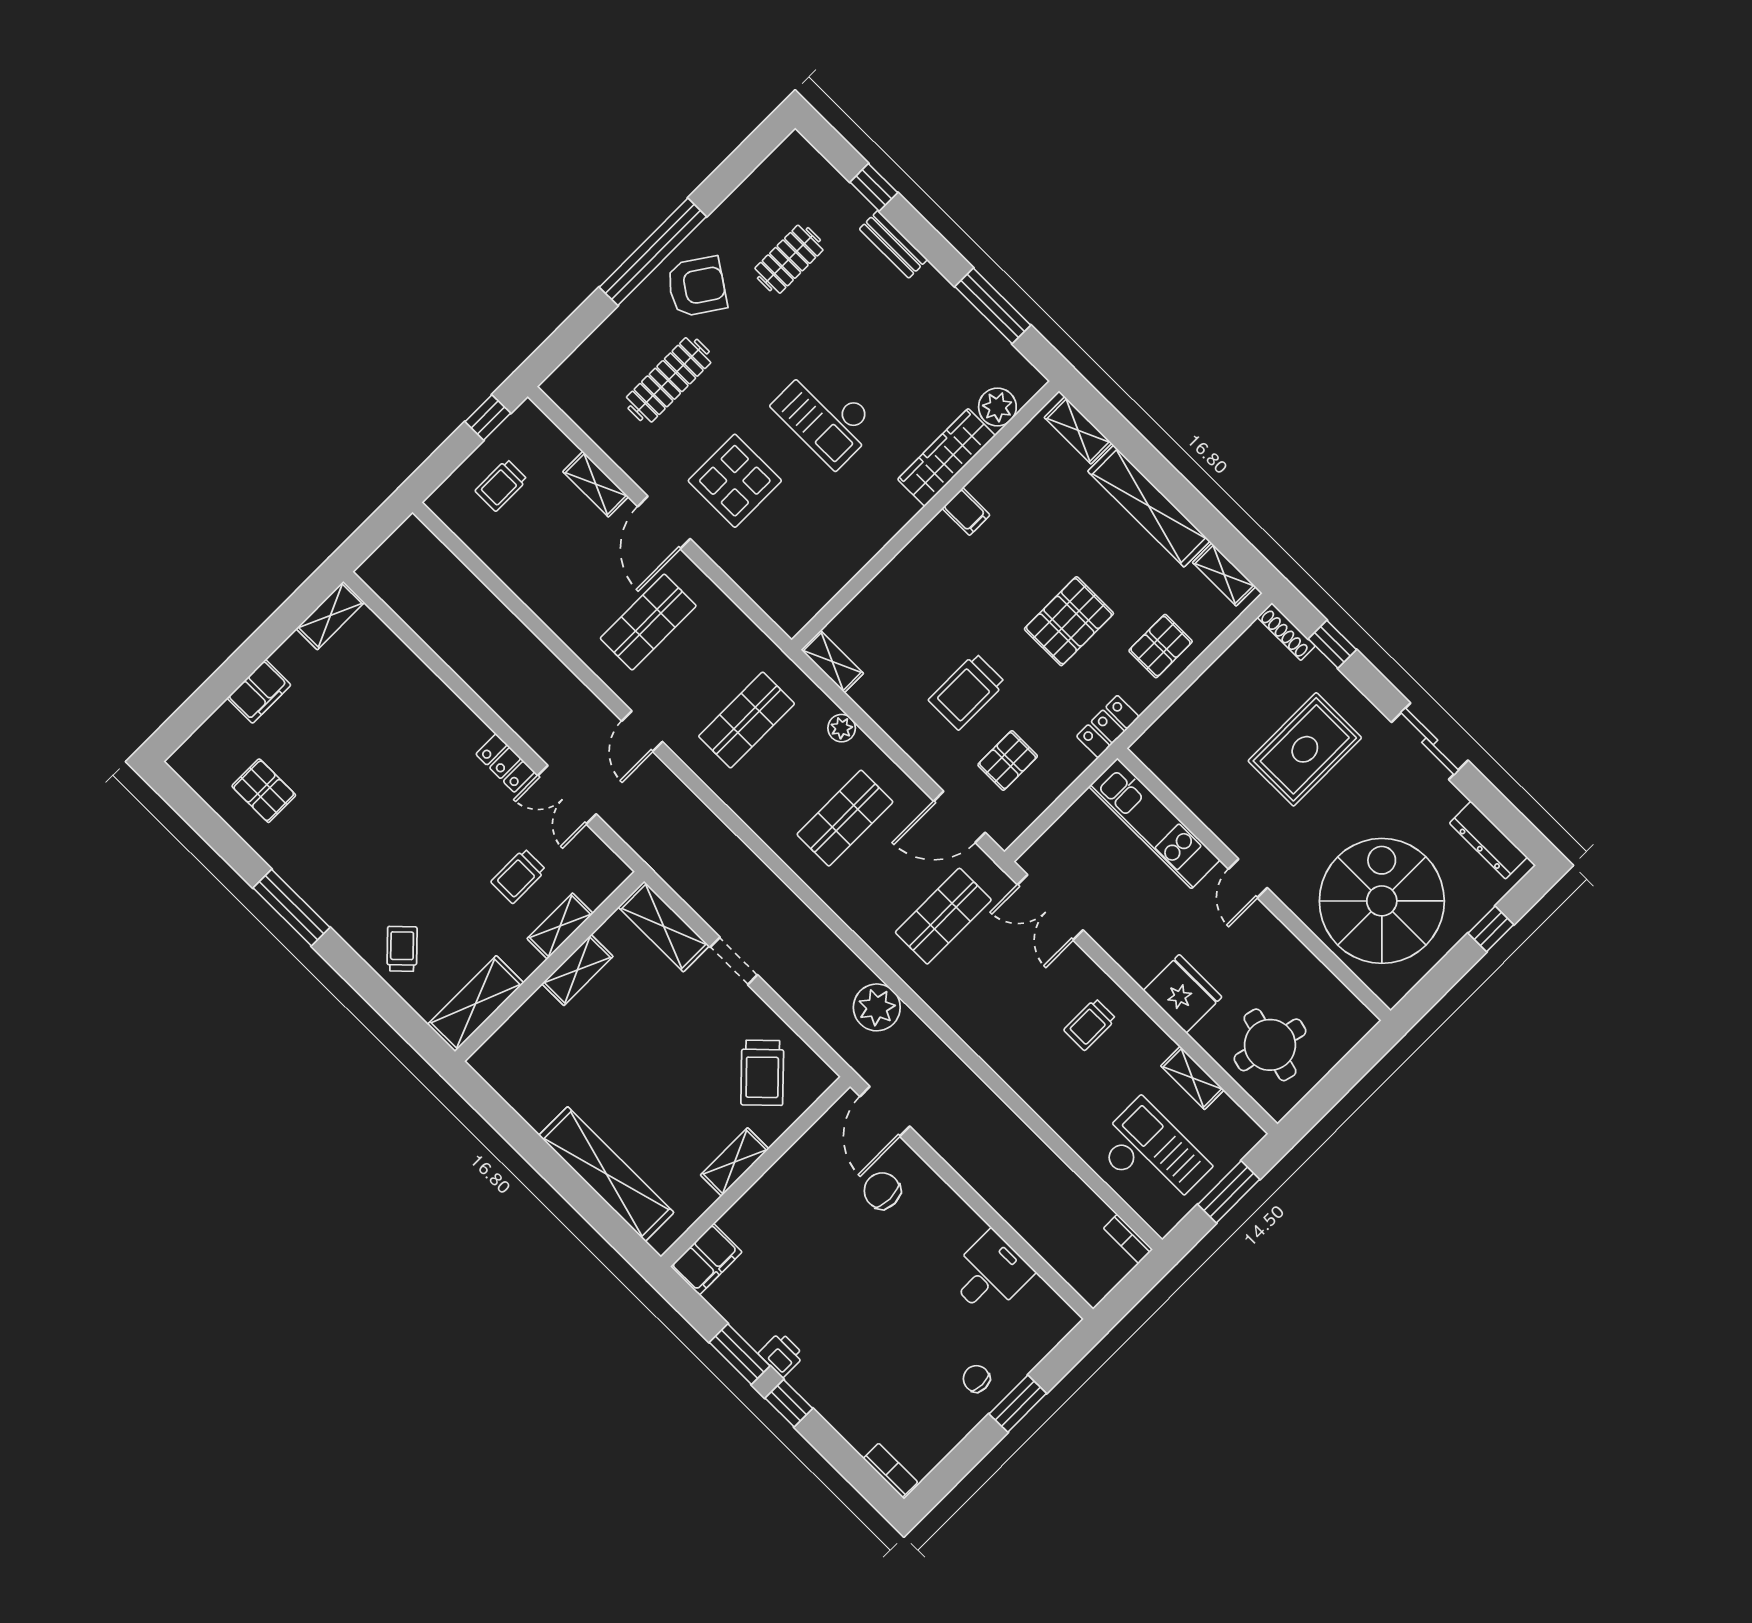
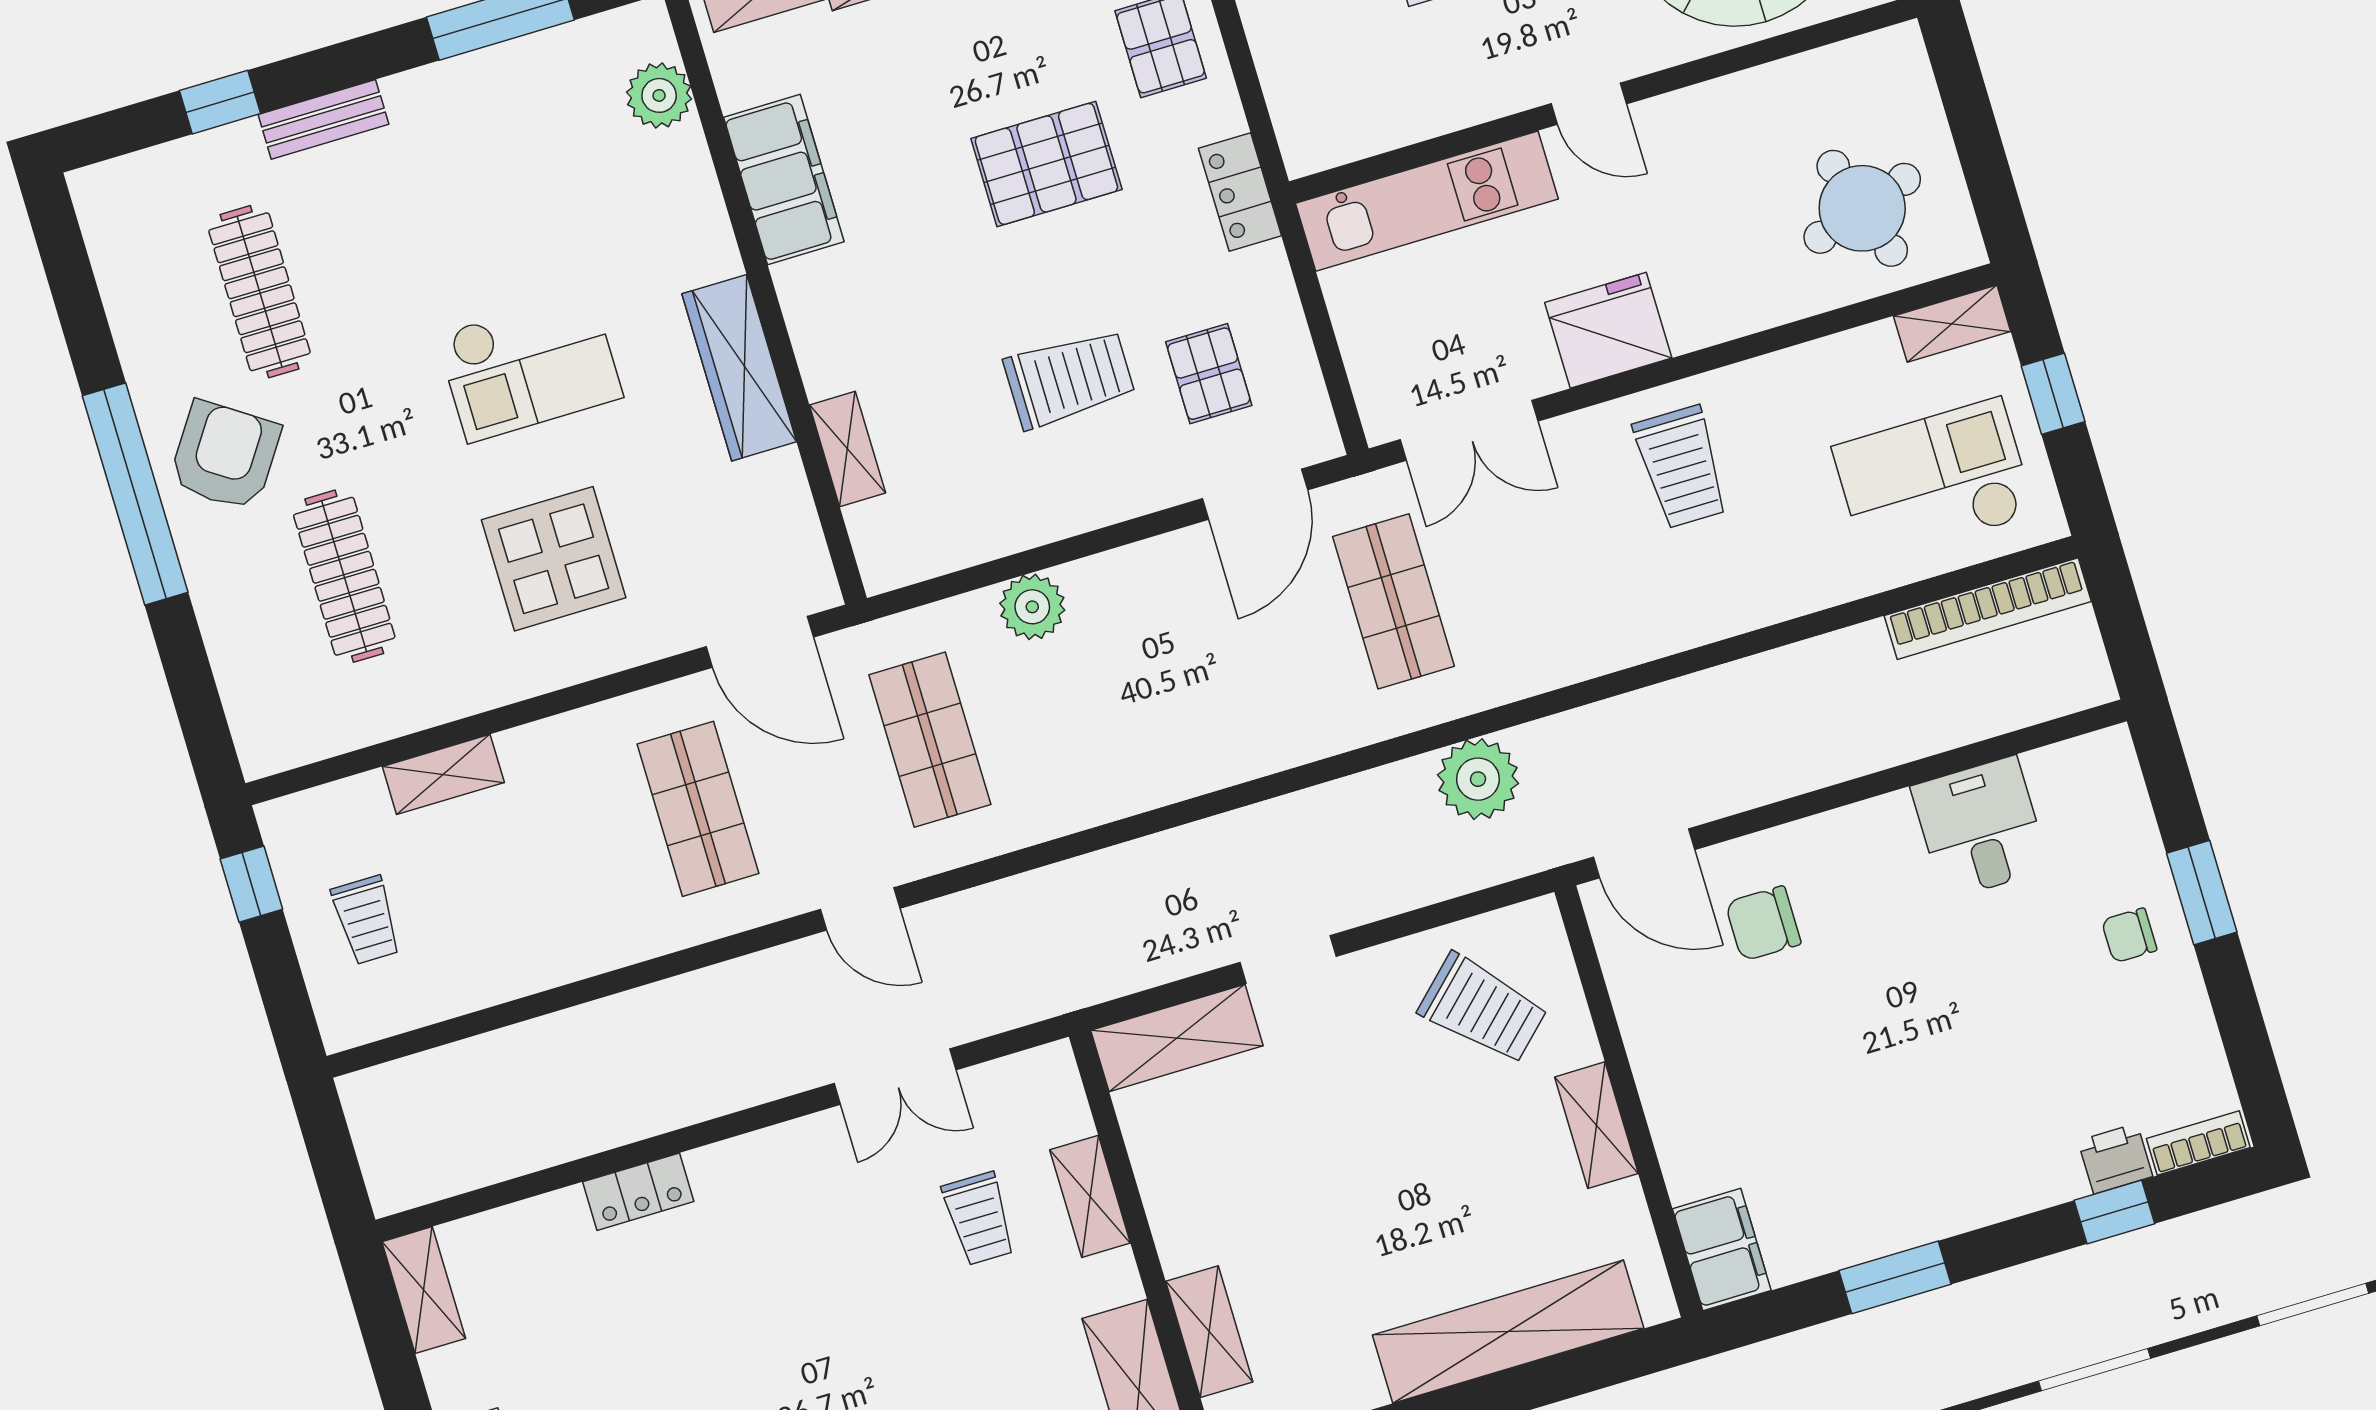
clothes rail: (789, 259) -> (259, 292), width x1.36
wardrobe: (946, 457) -> (739, 368), moved
filing cabinet: (966, 512) -> (784, 180), width x3.00, depth x1.17
door: (664, 523) -> (760, 642), moved
pallet: (1069, 621) -> (1046, 164), turned 90
shelving: (832, 662) -> (847, 449), moved, turned 90
trolley: (967, 692) -> (1069, 379), turned -90
plant: (842, 728) -> (1032, 607), width x1.38, depth x1.38
locker: (505, 763) -> (638, 1192), moved
shop shelf: (845, 818) -> (1162, 671), removed
shelving: (577, 970) -> (1209, 1332), moved
fridge: (1183, 994) -> (1608, 330), moved
trolley: (1090, 1024) -> (1681, 467), width x1.36, depth x1.39
round table: (1270, 1045) -> (1862, 208), turned -32
shelving: (1192, 1078) -> (1952, 324), moved
window: (1229, 1192) -> (2053, 394), width x0.67
bookcase: (1128, 1239) -> (1988, 609), width x2.31, depth x1.31
printer: (781, 1355) -> (2115, 1159), moved
window: (789, 1403) -> (2114, 1212), moved

